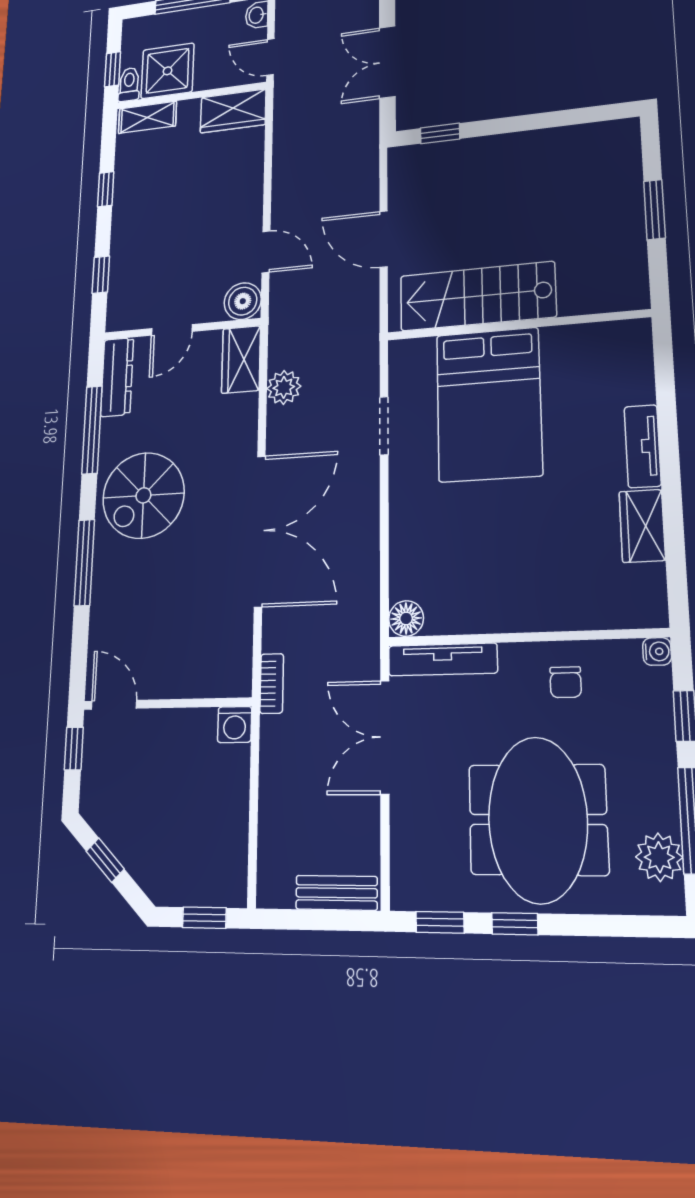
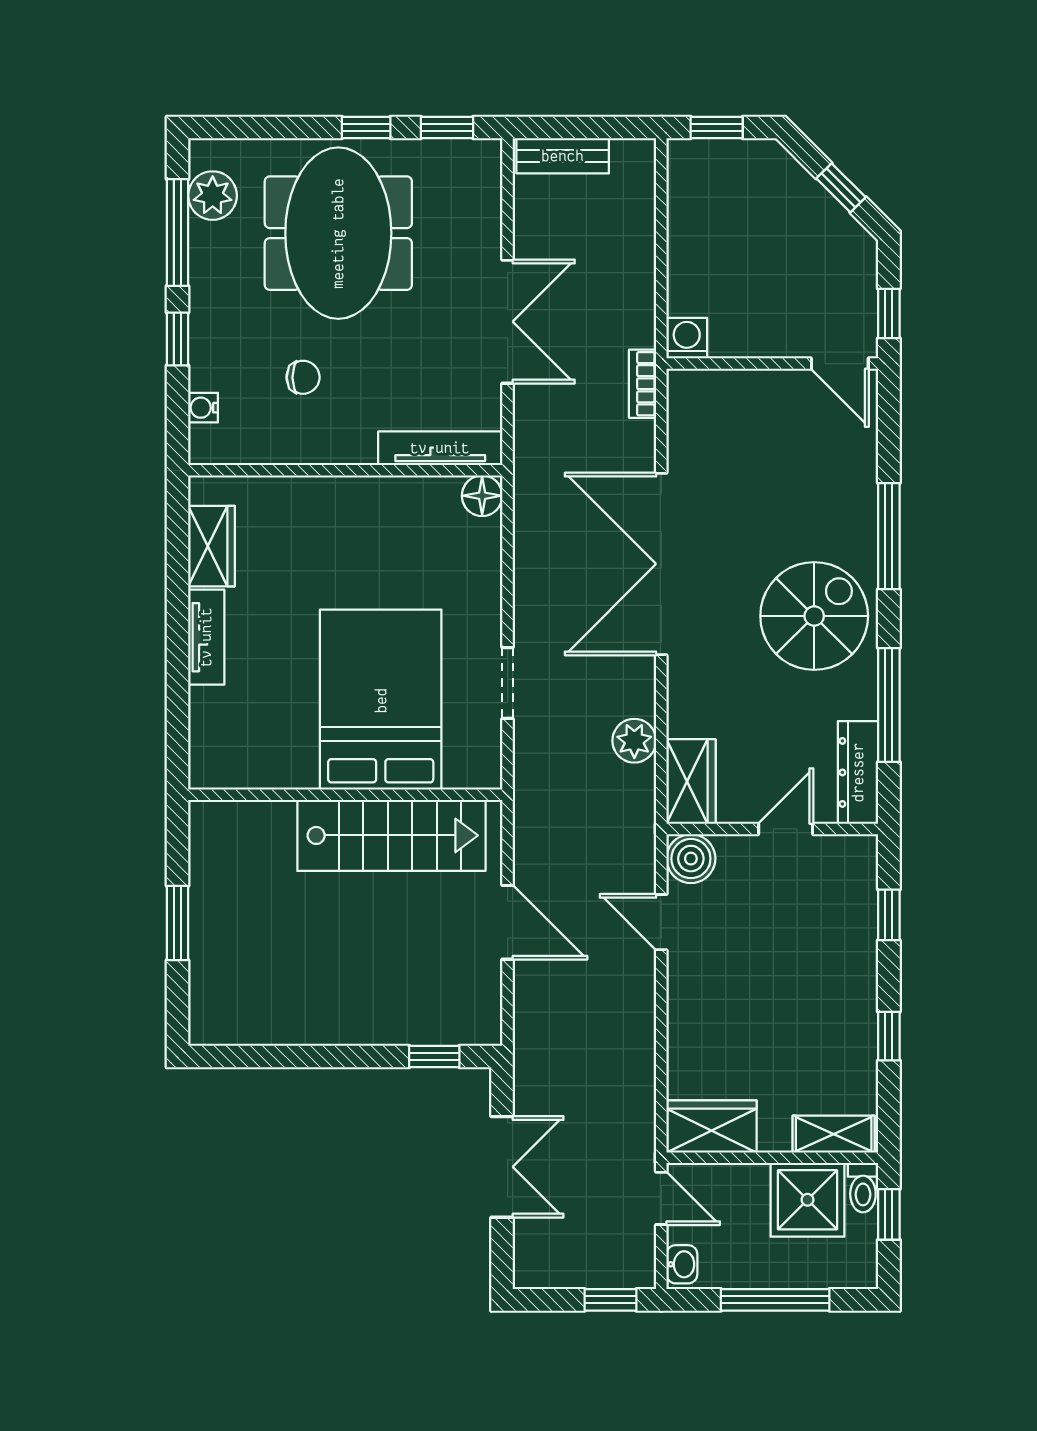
floor lamp: (406, 618) -> (482, 496), moved
wall: (526, 637) -> (345, 470), moved
tv unit: (443, 659) -> (440, 448), moved
chair: (566, 682) -> (303, 377), turned 90

